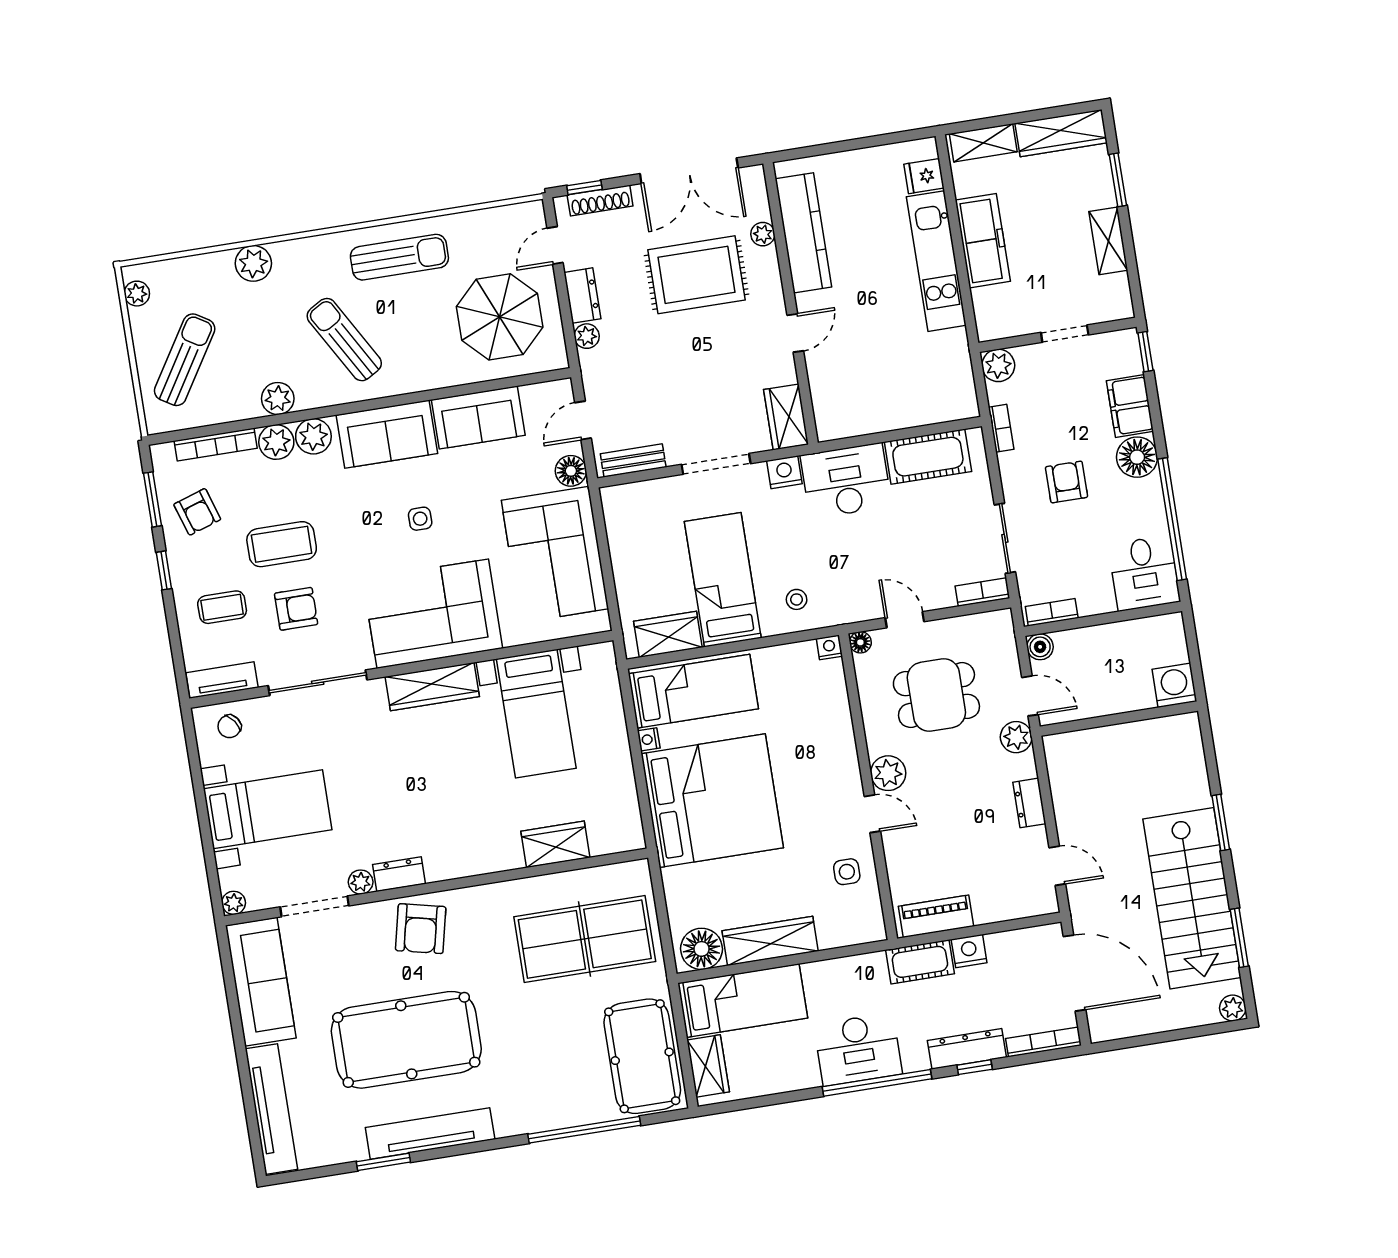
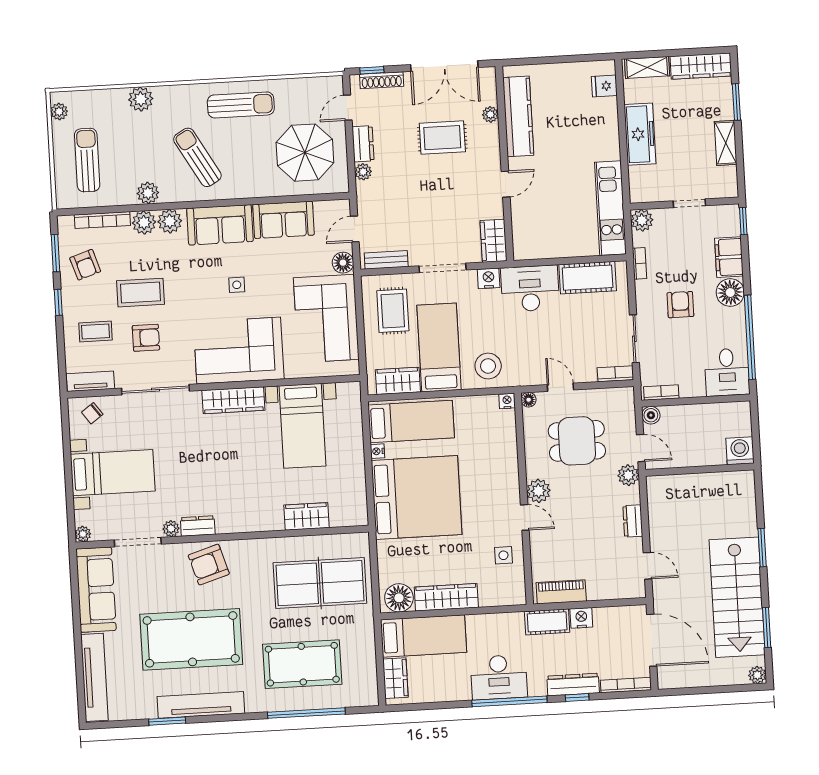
kitchen unit: (936, 261) -> (610, 208), moved
rug: (696, 275) -> (442, 138), width x0.73, depth x0.70
sun lounger: (185, 360) -> (87, 160), turned -32
rug: (650, 533) -> (393, 311), added
stool: (797, 599) -> (488, 366), width x1.89, depth x1.89
armchair: (421, 929) -> (209, 565), turned 60
pool table: (642, 1056) -> (302, 664), moved, turned 90

